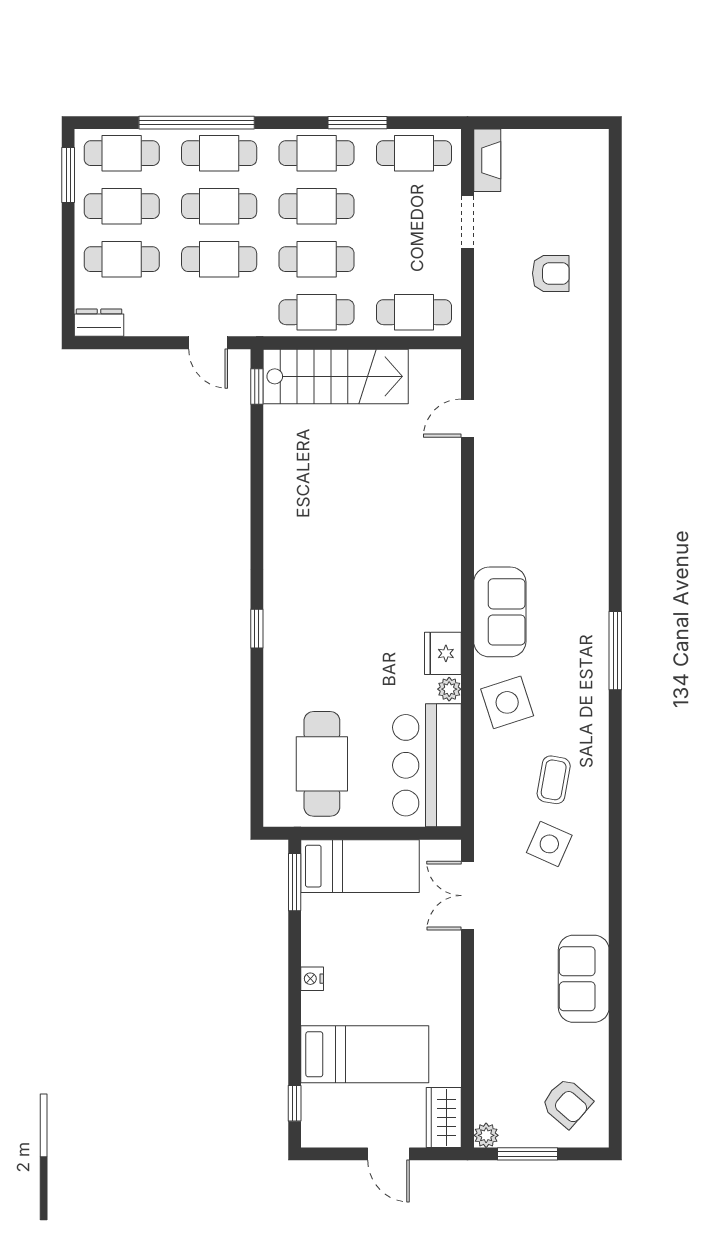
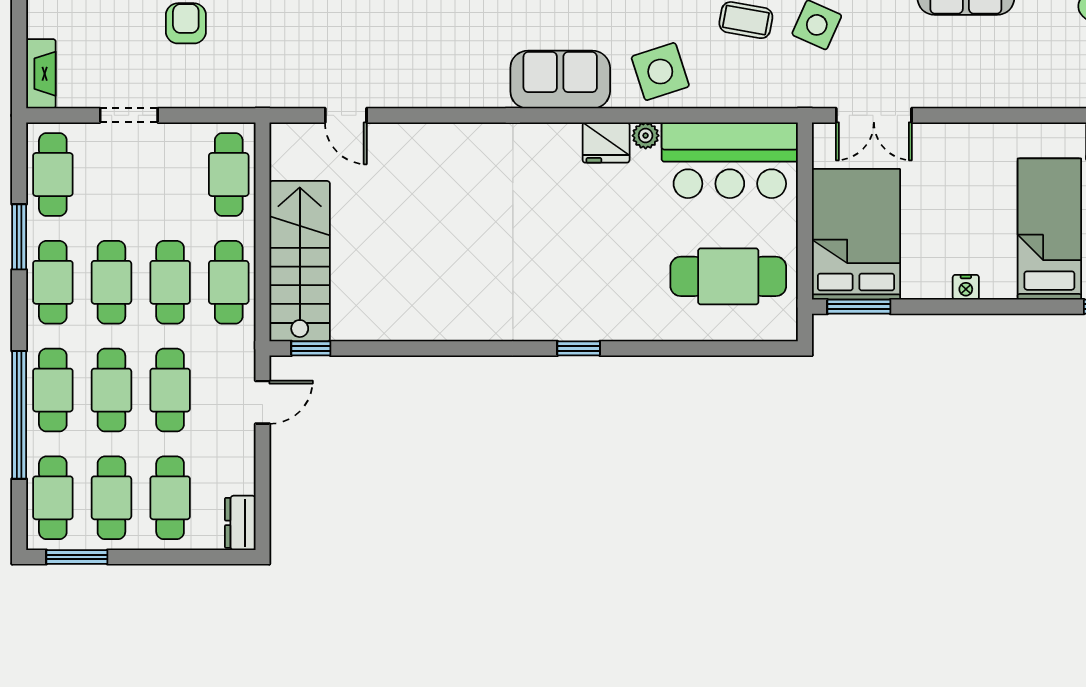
fireplace: (487, 160) -> (41, 74), moved, turned 90
bed: (360, 866) -> (856, 234), width x1.50

